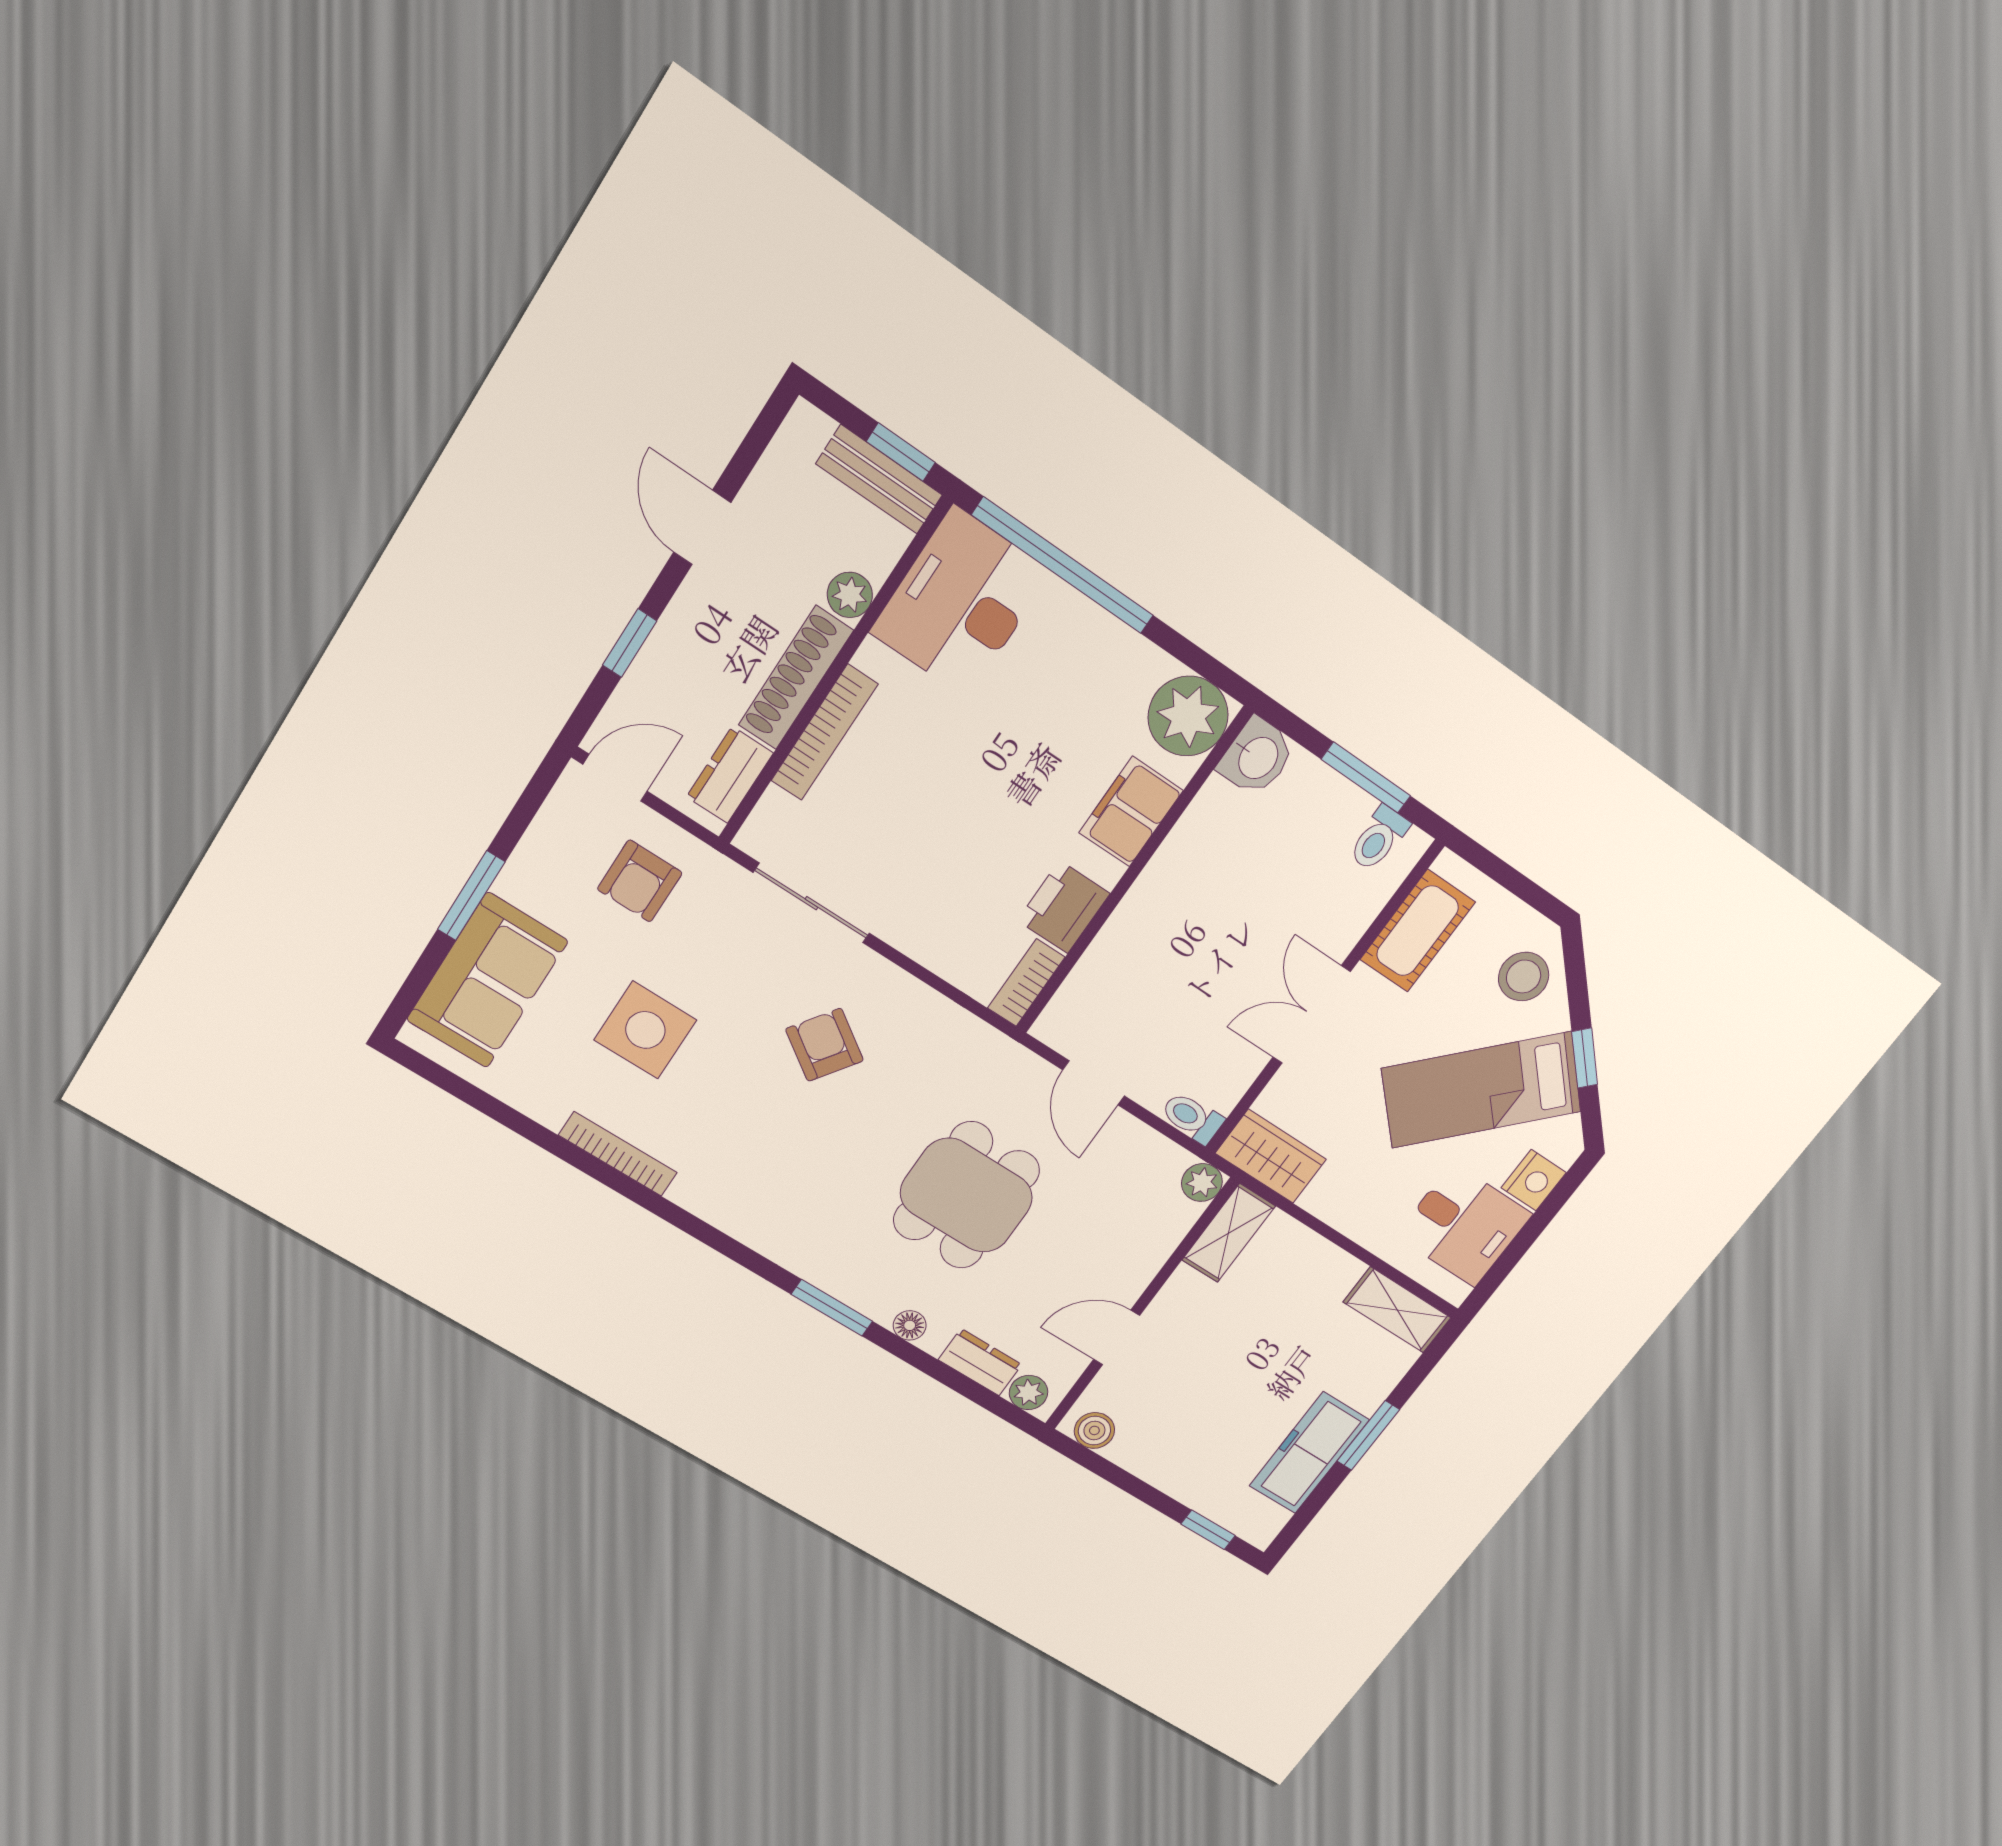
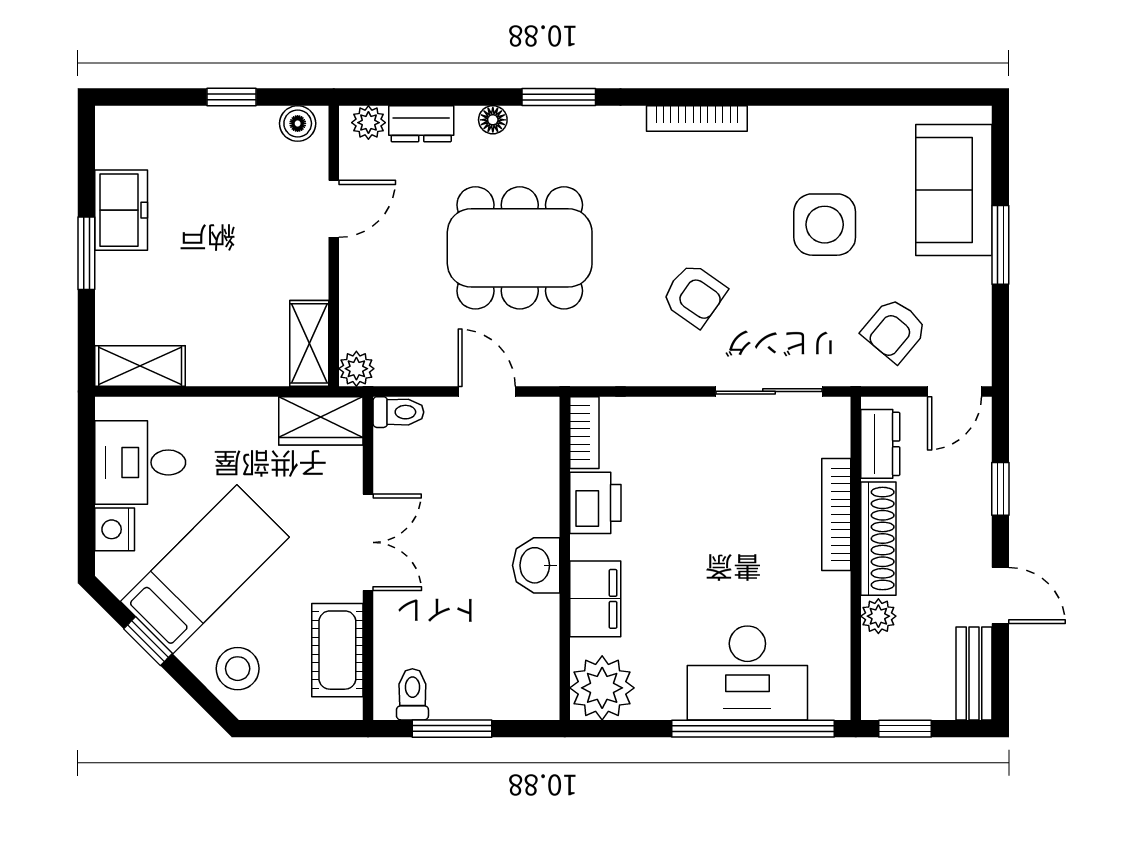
bench: (879, 479) -> (974, 673), moved, turned 90
desk: (961, 602) -> (747, 673), moved, turned 90
washbasin: (1257, 757) -> (536, 565), moved
armchair: (640, 881) -> (894, 330), turned -140
bookcase: (618, 1154) -> (697, 118), moved
dining table: (966, 1195) -> (520, 248), width x1.37
freezer: (1309, 1453) -> (121, 210), width x0.71
window: (1208, 1530) -> (232, 97), moved

